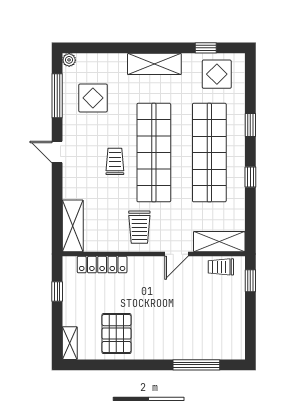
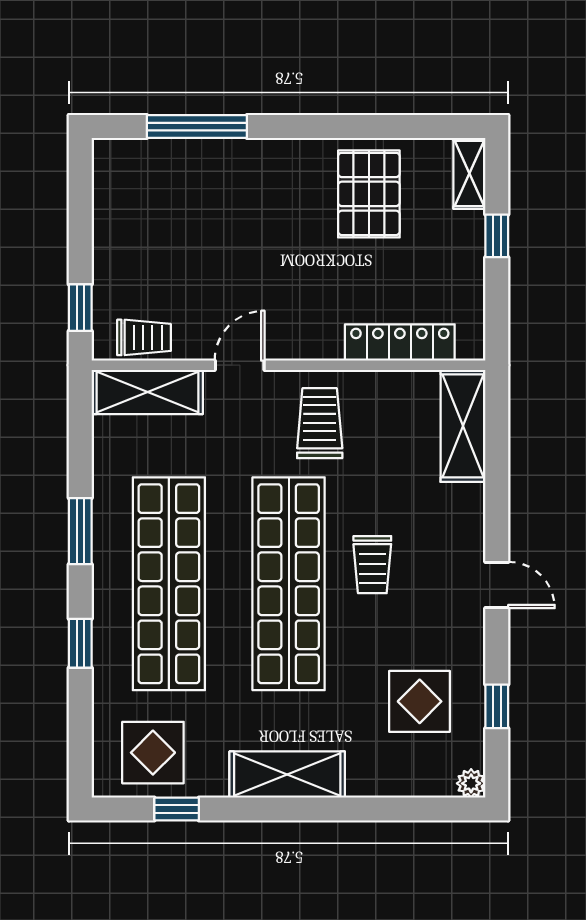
window: (57, 96) -> (497, 706), width x0.46
window: (250, 177) -> (80, 531), width x1.50
window: (57, 292) -> (497, 236), moved

